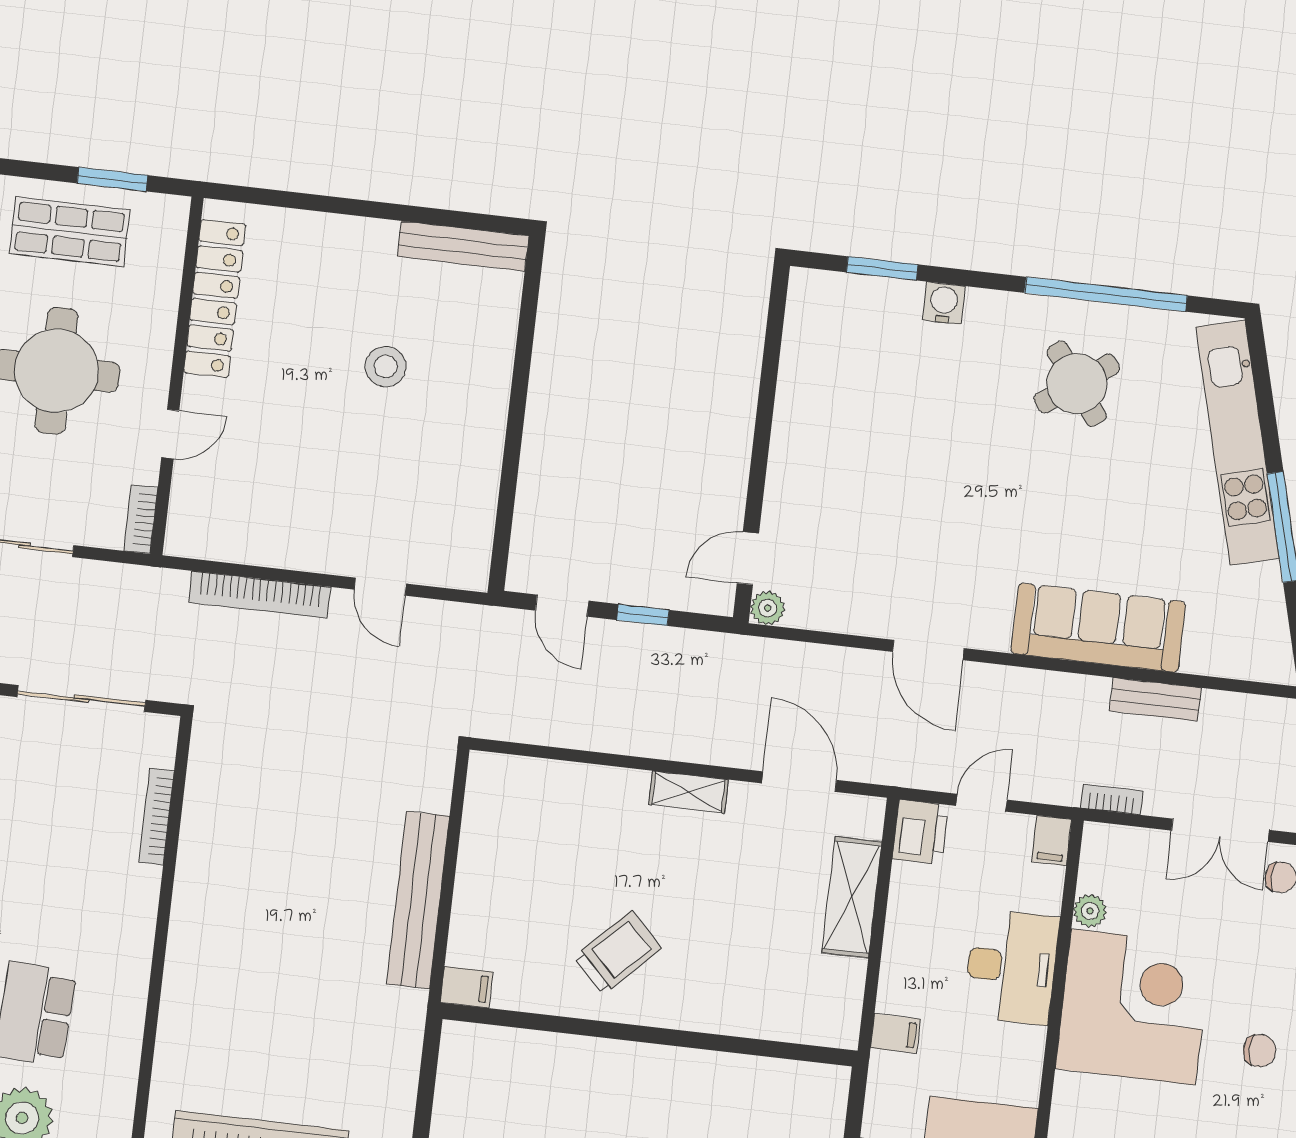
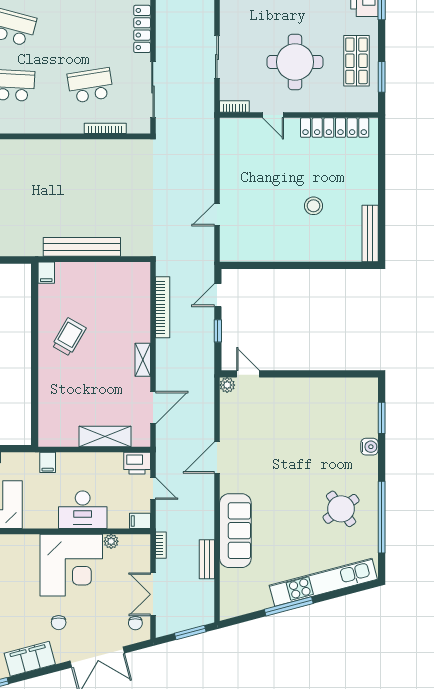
bookcase: (260, 595) -> (163, 307), moved, turned 180
school desk: (56, 839) -> (90, 85), added
trolley: (617, 953) -> (69, 337), turned -105

